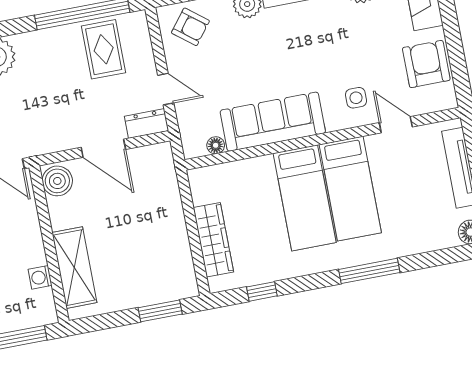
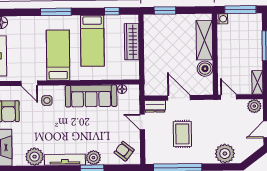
rug: (104, 49) -> (182, 134), moved
boiler: (57, 181) -> (205, 69), moved
bed: (305, 198) -> (92, 41), moved, turned 180
washing machine: (40, 277) -> (222, 19), moved

